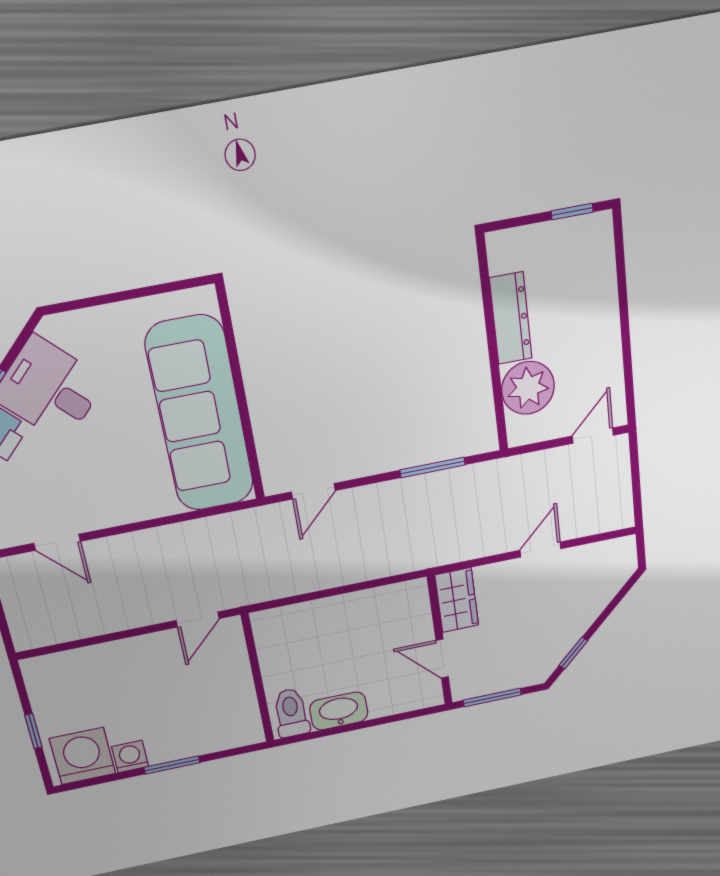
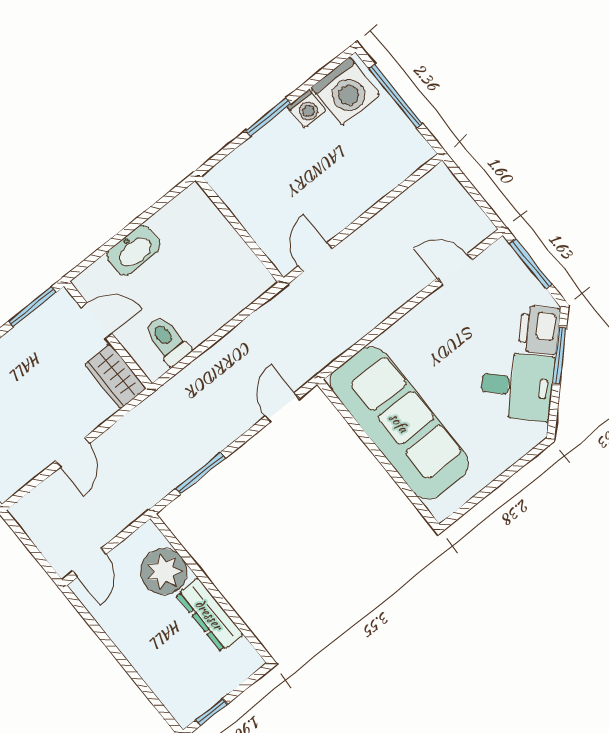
washbasin: (339, 711) -> (134, 250), moved
toilet: (291, 713) -> (167, 340), moved, turned 180
window: (33, 731) -> (396, 96), width x2.17

